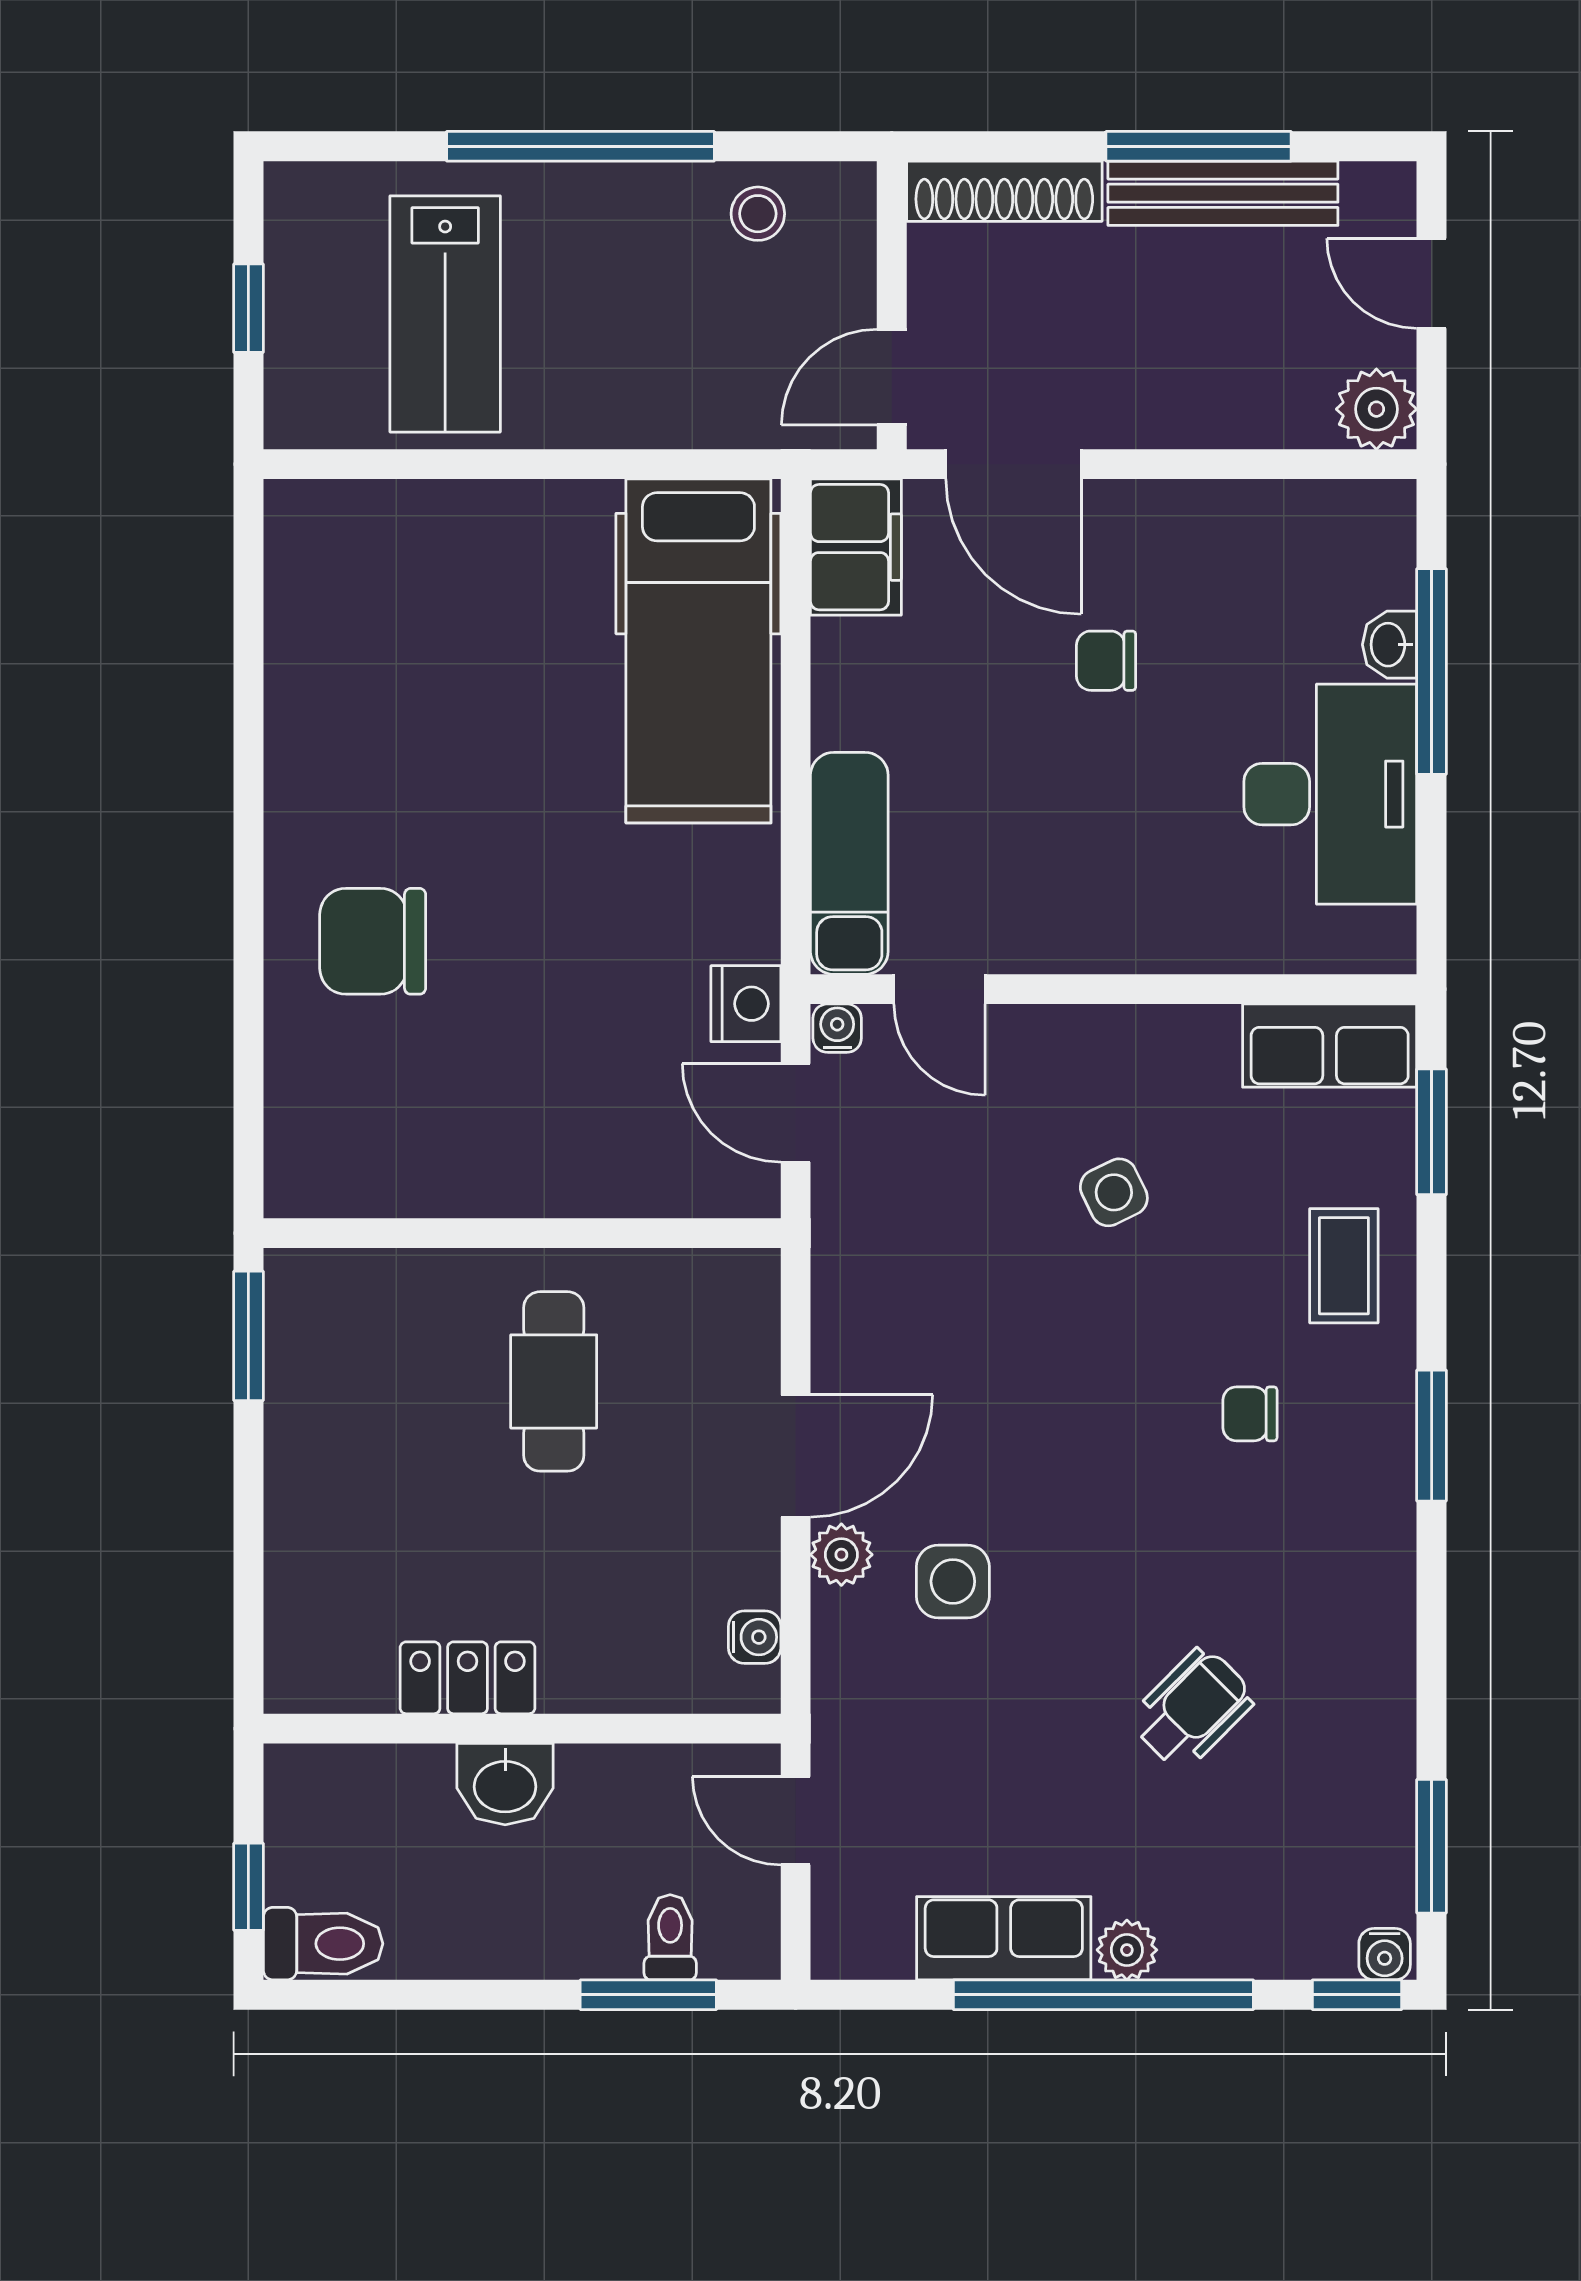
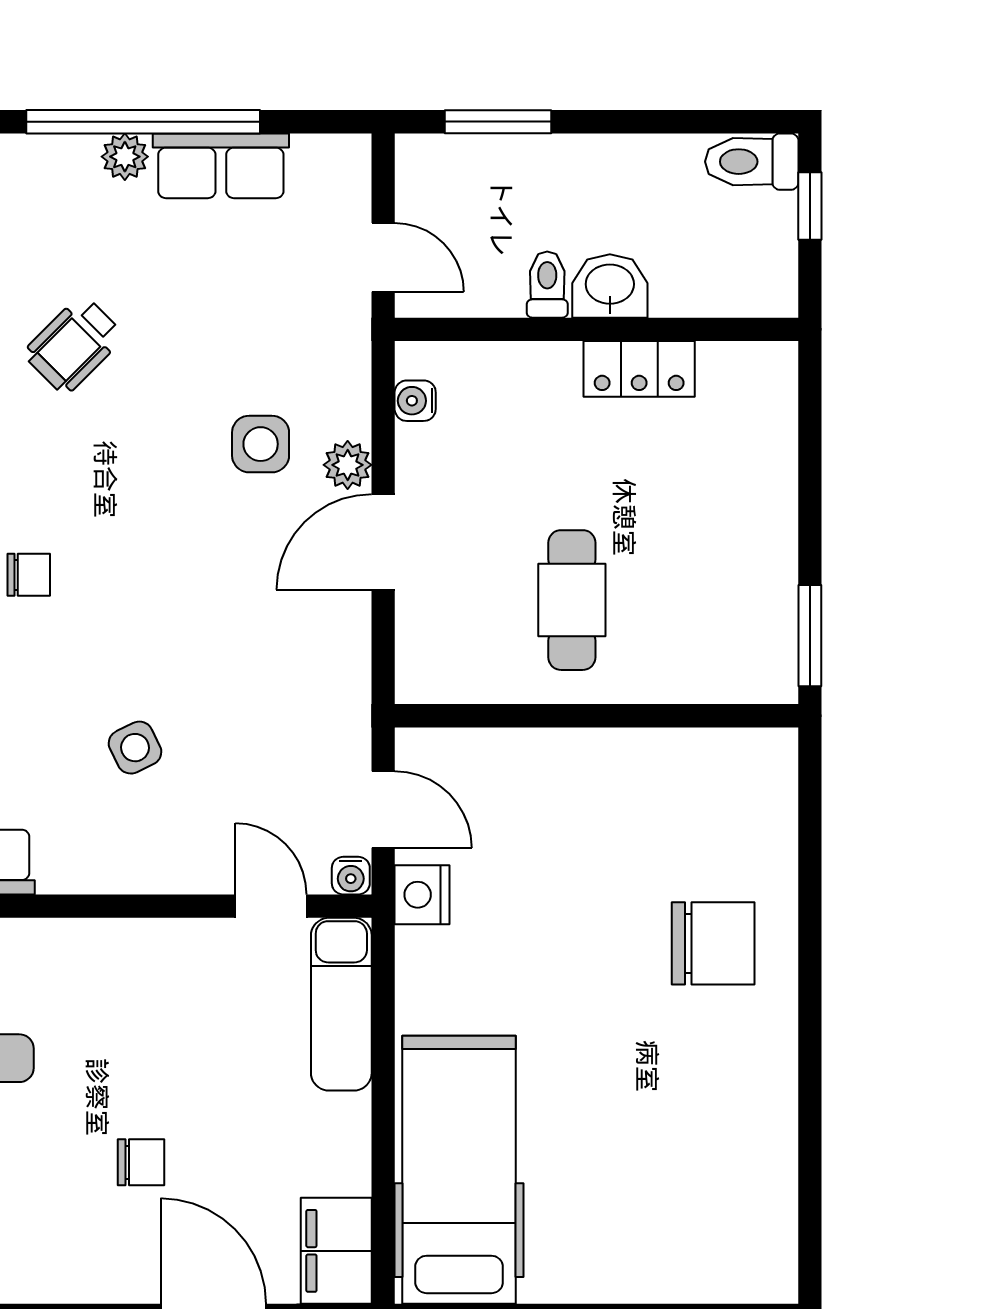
toilet: (670, 1937) -> (547, 285), moved, turned 180

